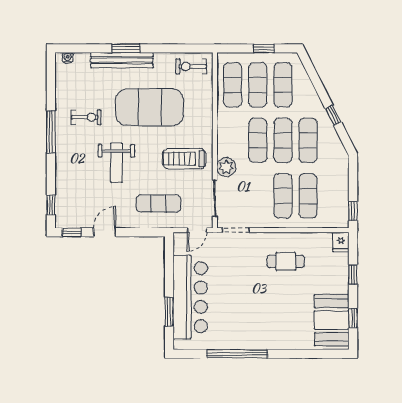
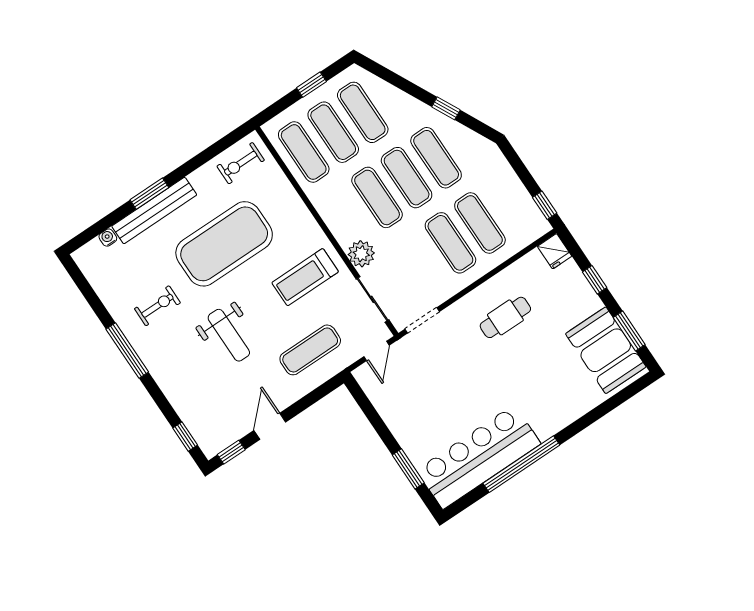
water cooler: (68, 58) -> (108, 238), moved
bar counter: (190, 297) -> (479, 457), moved, turned -90
window: (353, 318) -> (629, 331), width x1.50

